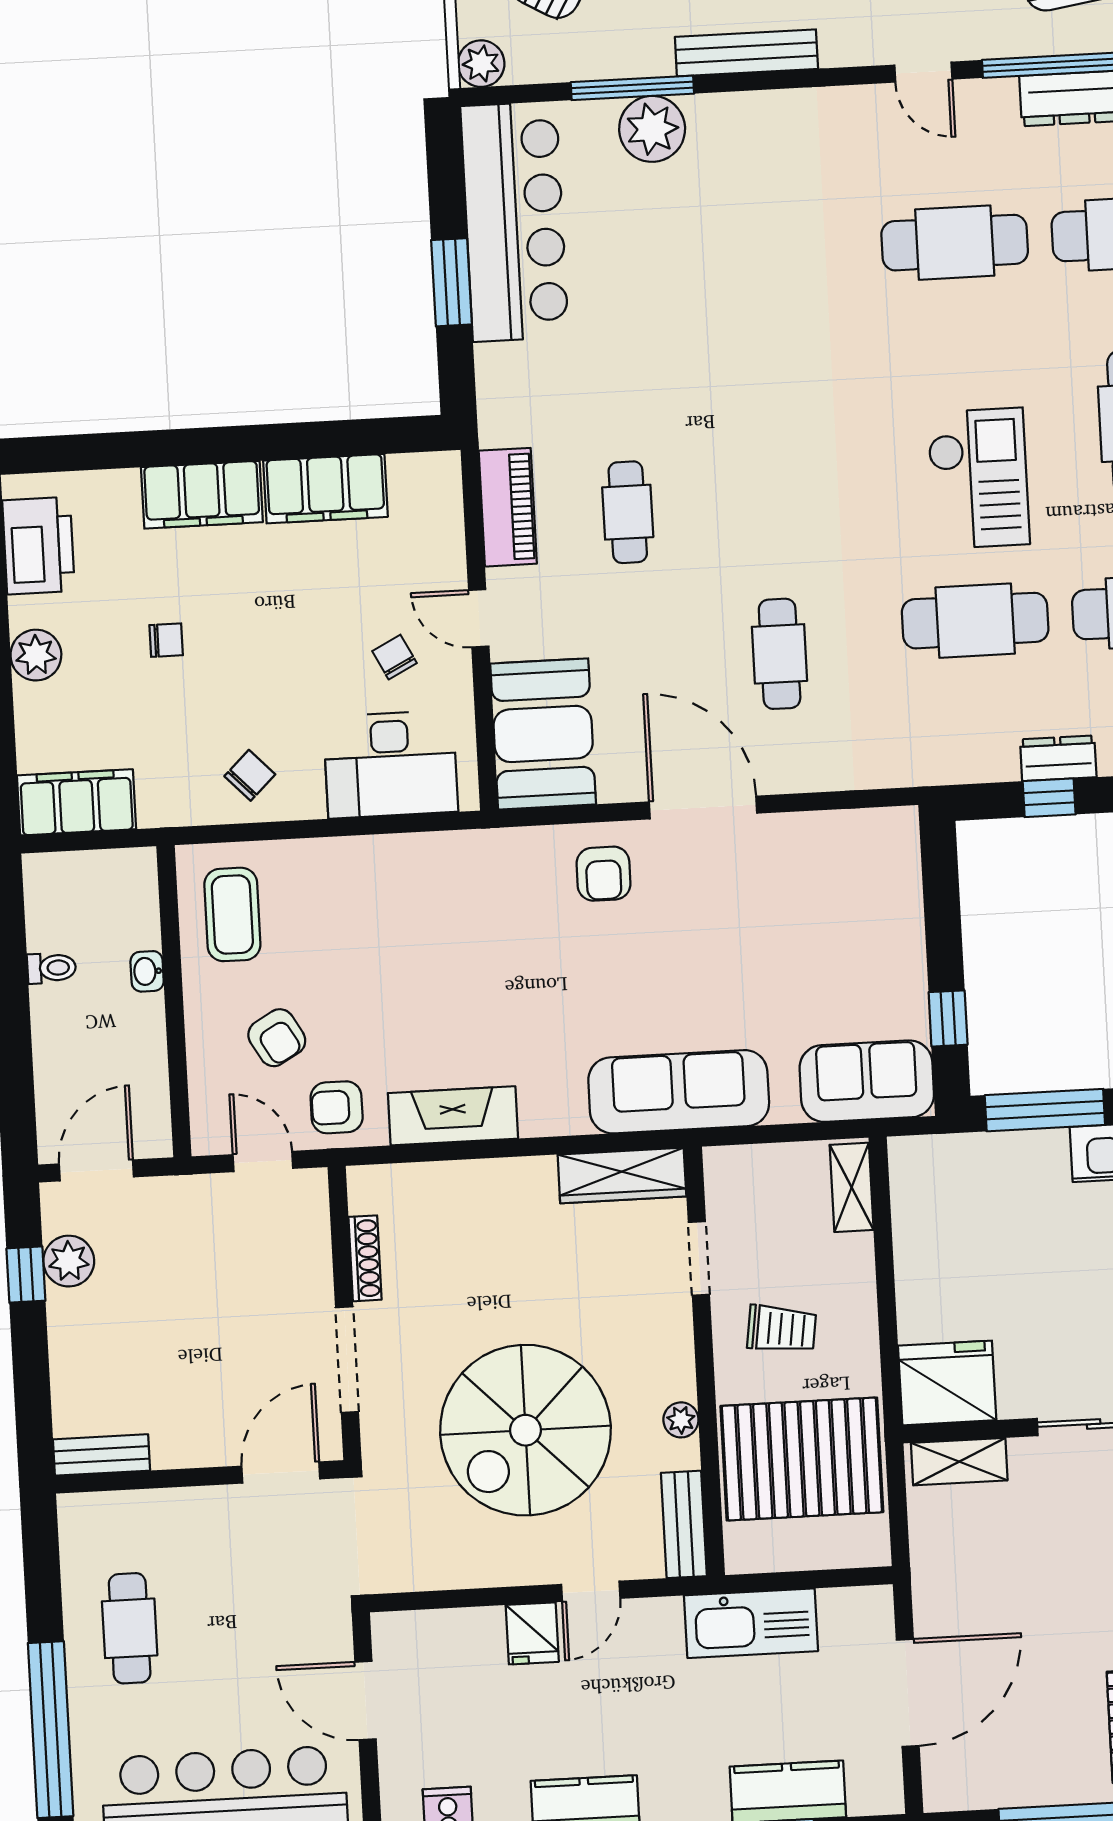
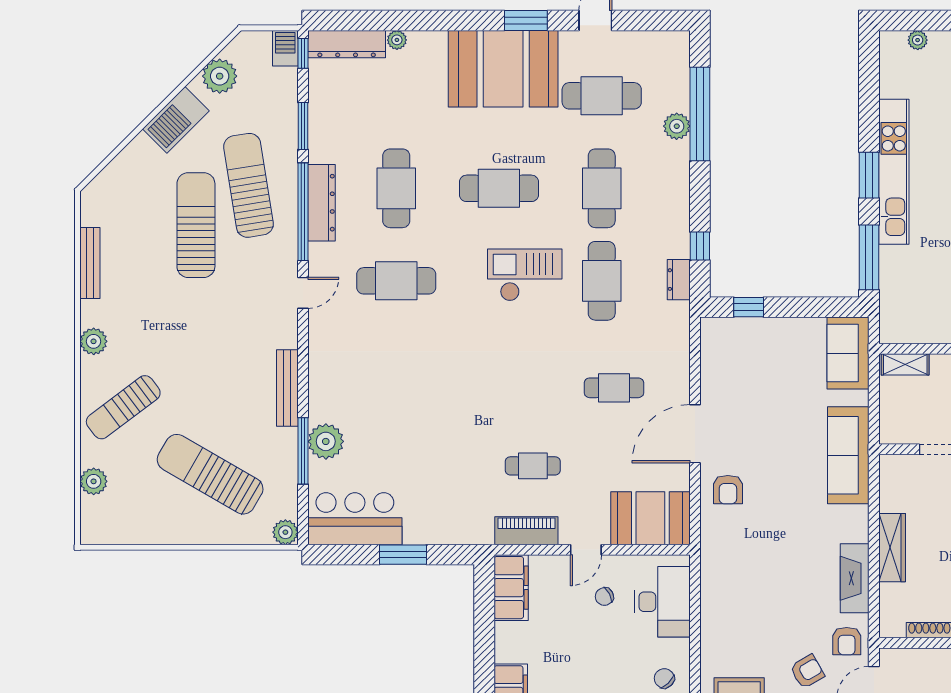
bar counter: (514, 222) -> (355, 519), width x0.73
cafe table: (955, 243) -> (396, 281), turned 90
filing cabinet: (325, 489) -> (511, 588), moved
dresser: (1058, 758) -> (679, 280), moved
armchair: (603, 874) -> (728, 490), turned 90
window: (948, 1018) -> (749, 307), moved
wardrobe: (622, 1176) -> (892, 548), moved

